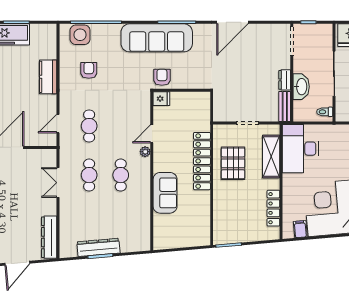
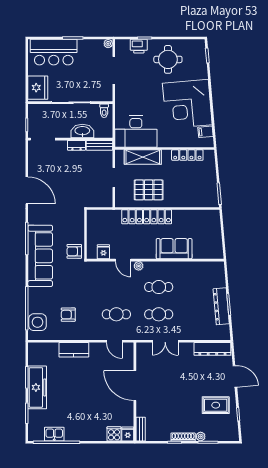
fridge: (161, 99) -> (103, 252), moved

